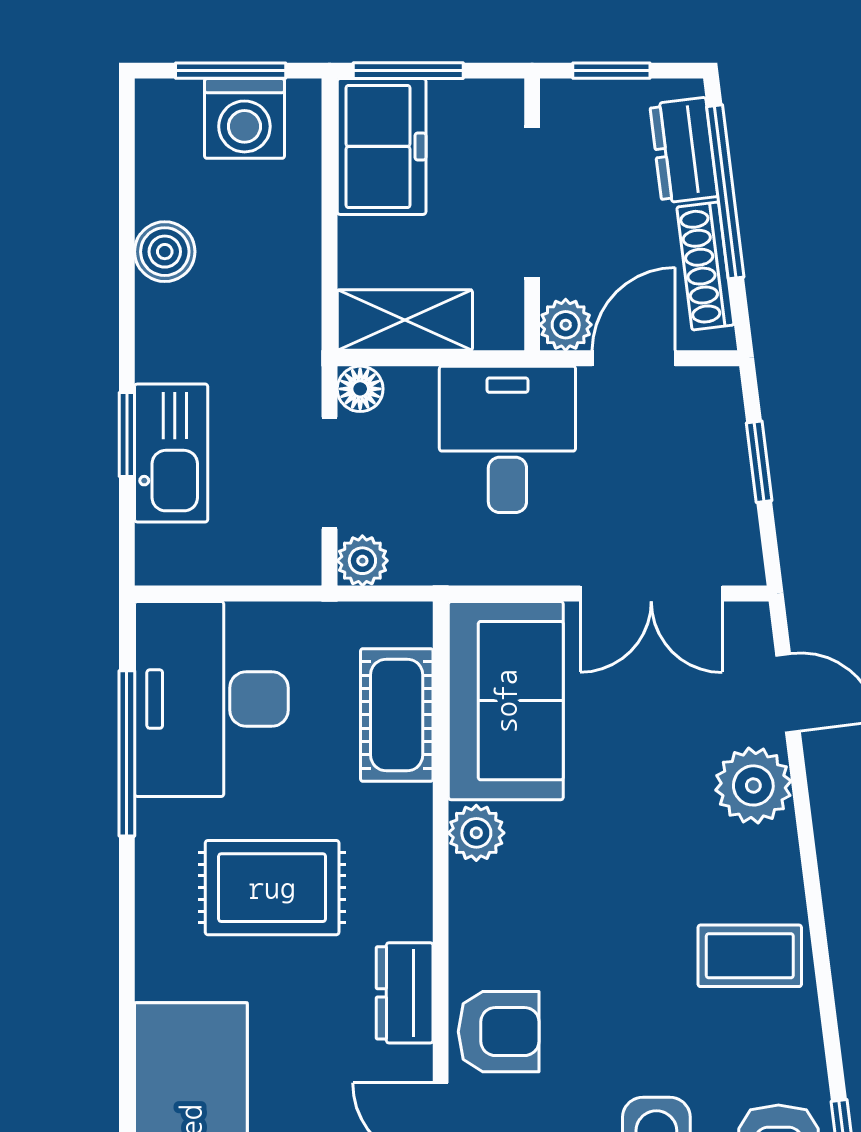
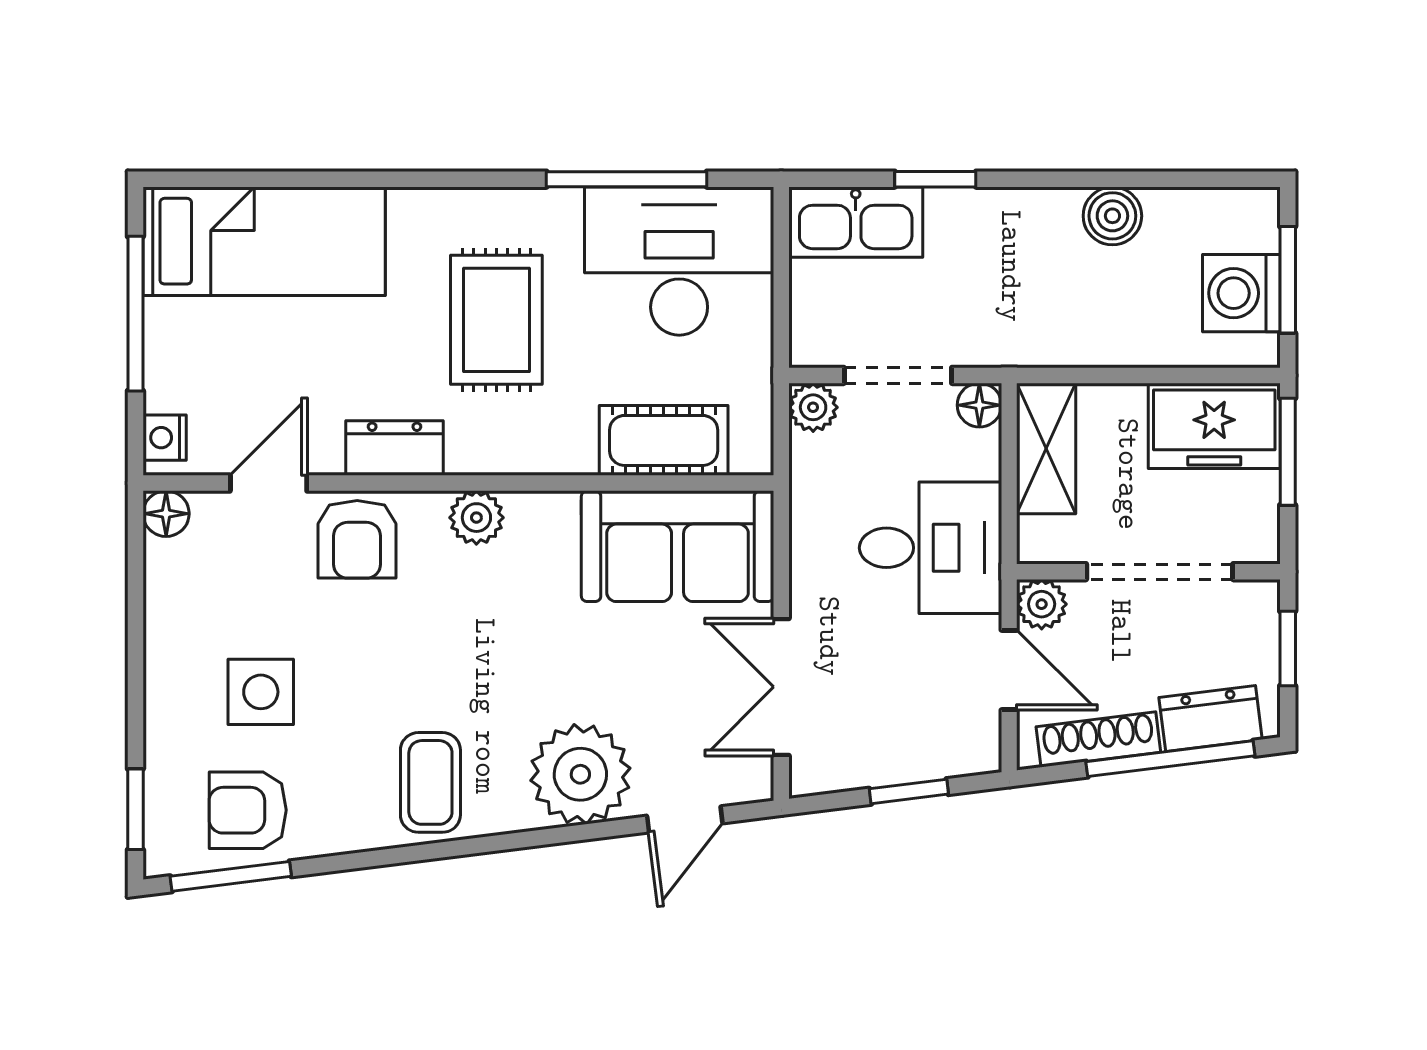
kitchen sink: (171, 453) -> (856, 222), moved
plant: (753, 785) -> (580, 774), width x1.36, depth x1.36
plant: (476, 833) -> (476, 518), moved

